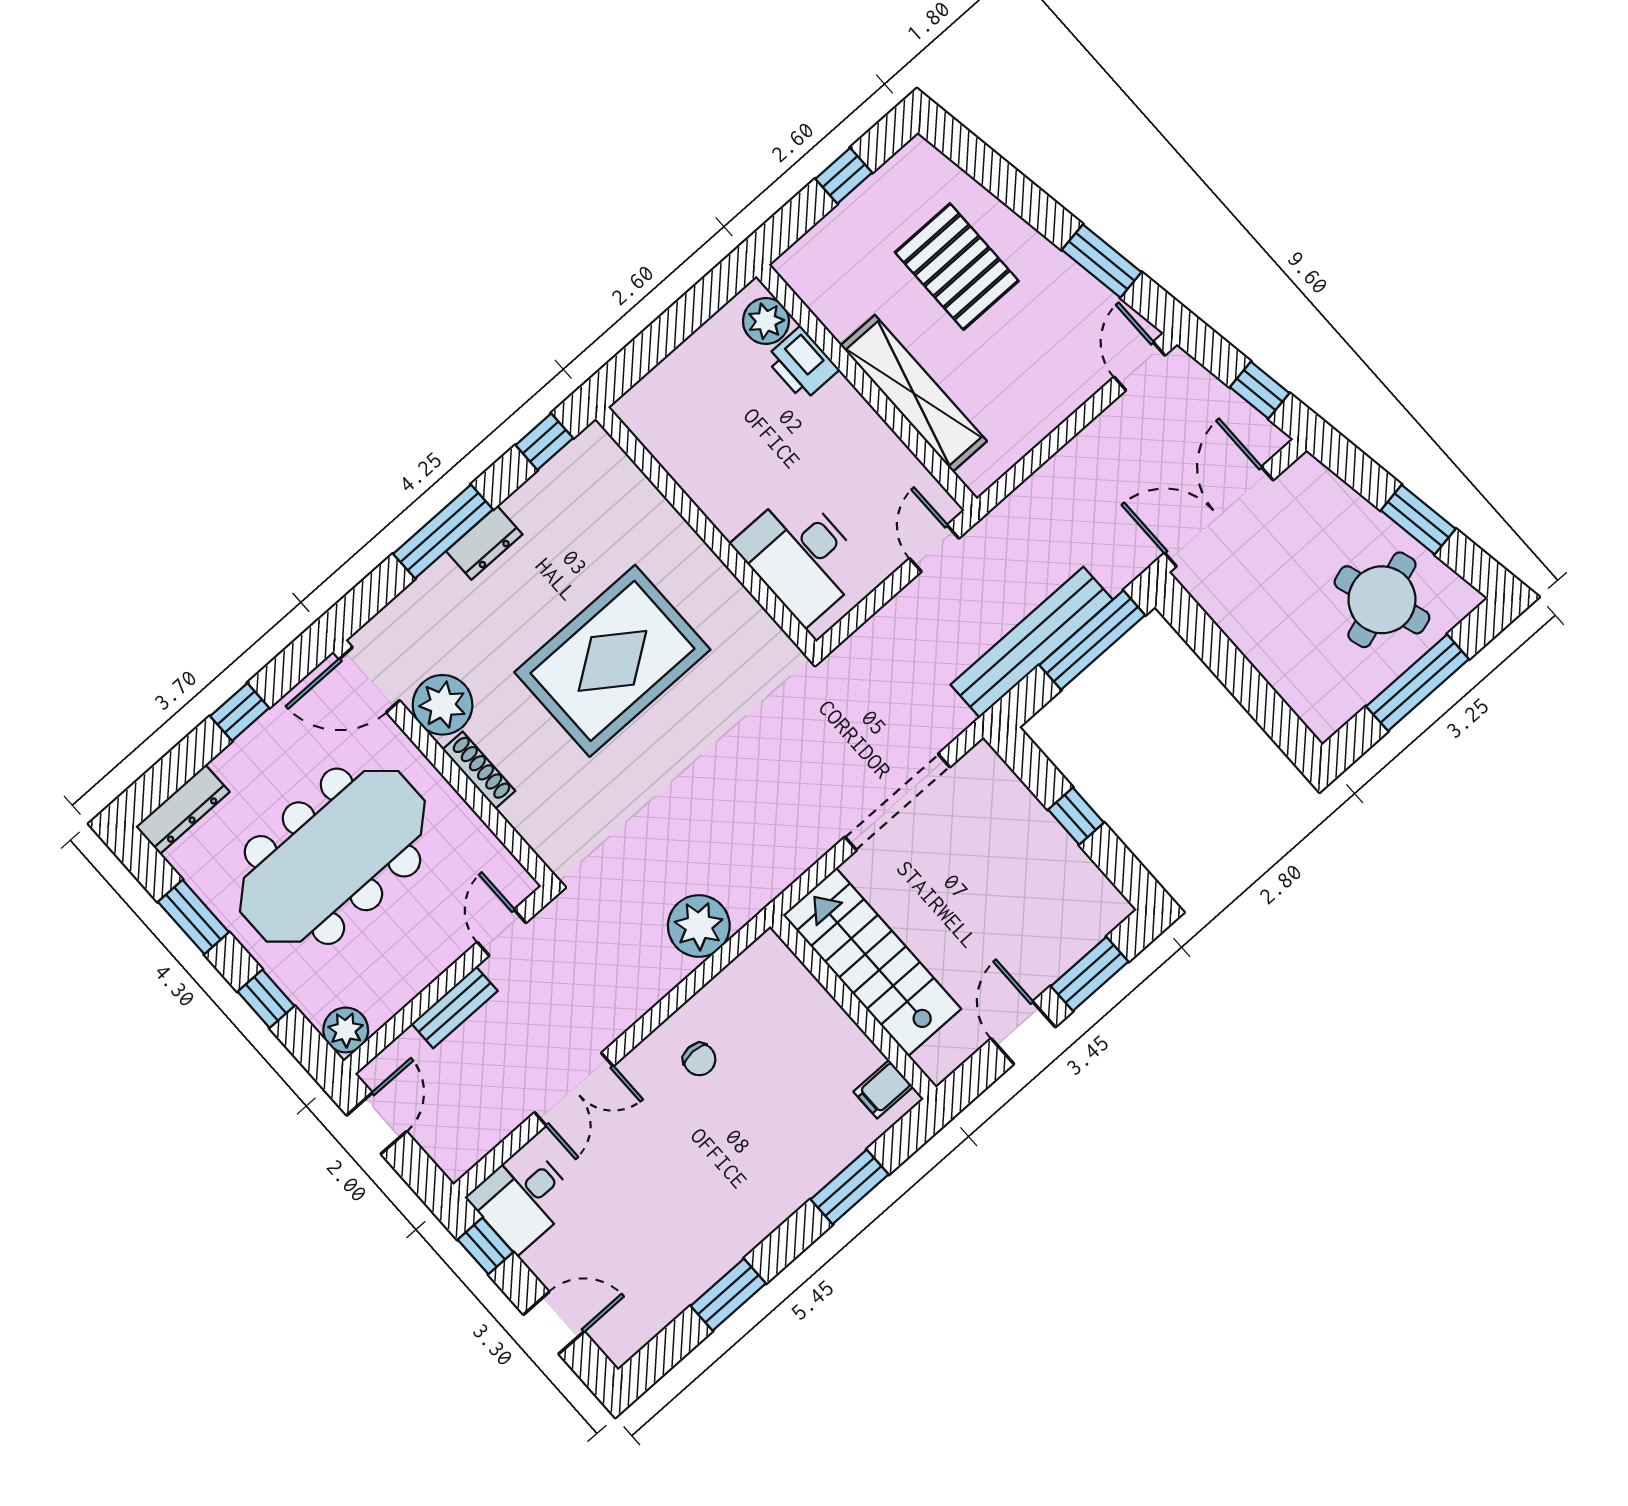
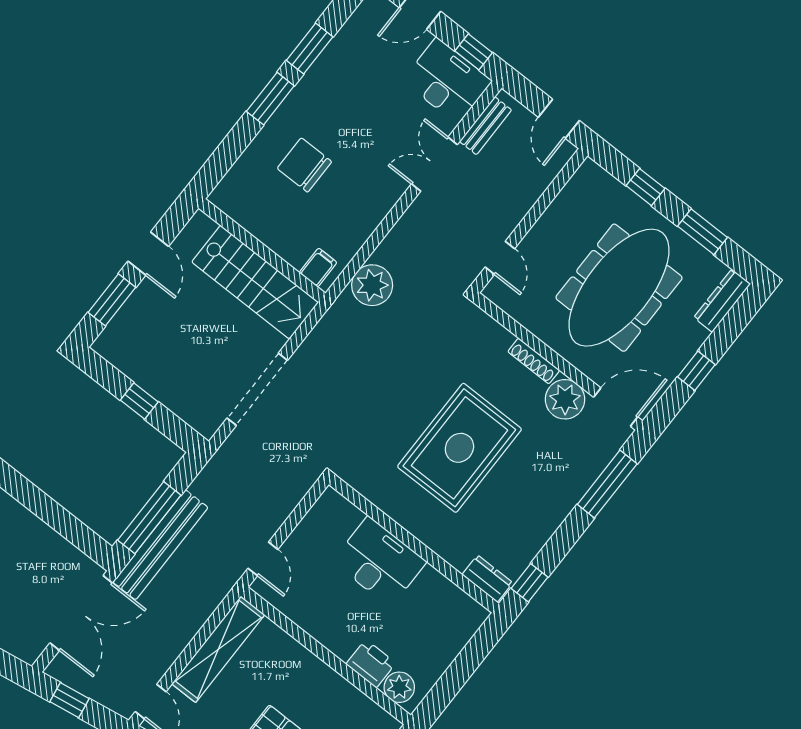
shelving: (914, 393) -> (218, 649), moved, turned 90
window: (443, 532) -> (607, 484), moved
dresser: (484, 543) -> (487, 579), moved, turned 90
desk: (801, 557) -> (379, 562), moved
bench: (1032, 642) -> (160, 545), moved
bench: (455, 1007) -> (486, 126), moved
plant: (346, 1030) -> (590, 176), removed
chair: (699, 1059) -> (304, 165), moved, width x1.87, depth x1.87
filing cabinet: (883, 1089) -> (318, 267), moved
window: (850, 1187) -> (270, 99), moved
desk: (523, 1199) -> (447, 81), width x1.37

